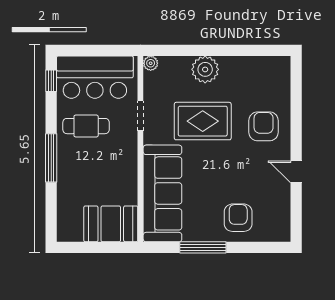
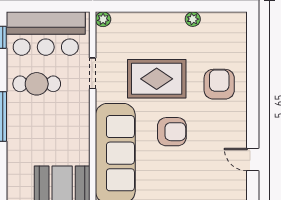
plant: (205, 69) -> (193, 19), moved, width x0.53, depth x0.53
door: (296, 172) -> (253, 160), moved
armchair: (238, 218) -> (172, 132), moved, turned 90

